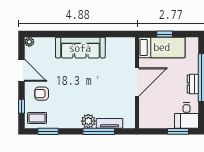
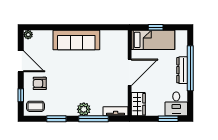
dresser: (193, 84) -> (182, 70), width x1.44
wardrobe: (146, 116) -> (138, 104), added
tv unit: (110, 123) -> (116, 111), moved
window: (48, 131) -> (56, 119), moved

